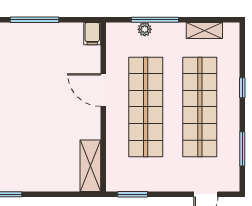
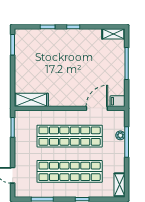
shelving: (204, 31) -> (120, 185), moved
door: (103, 90) -> (97, 108), moved

